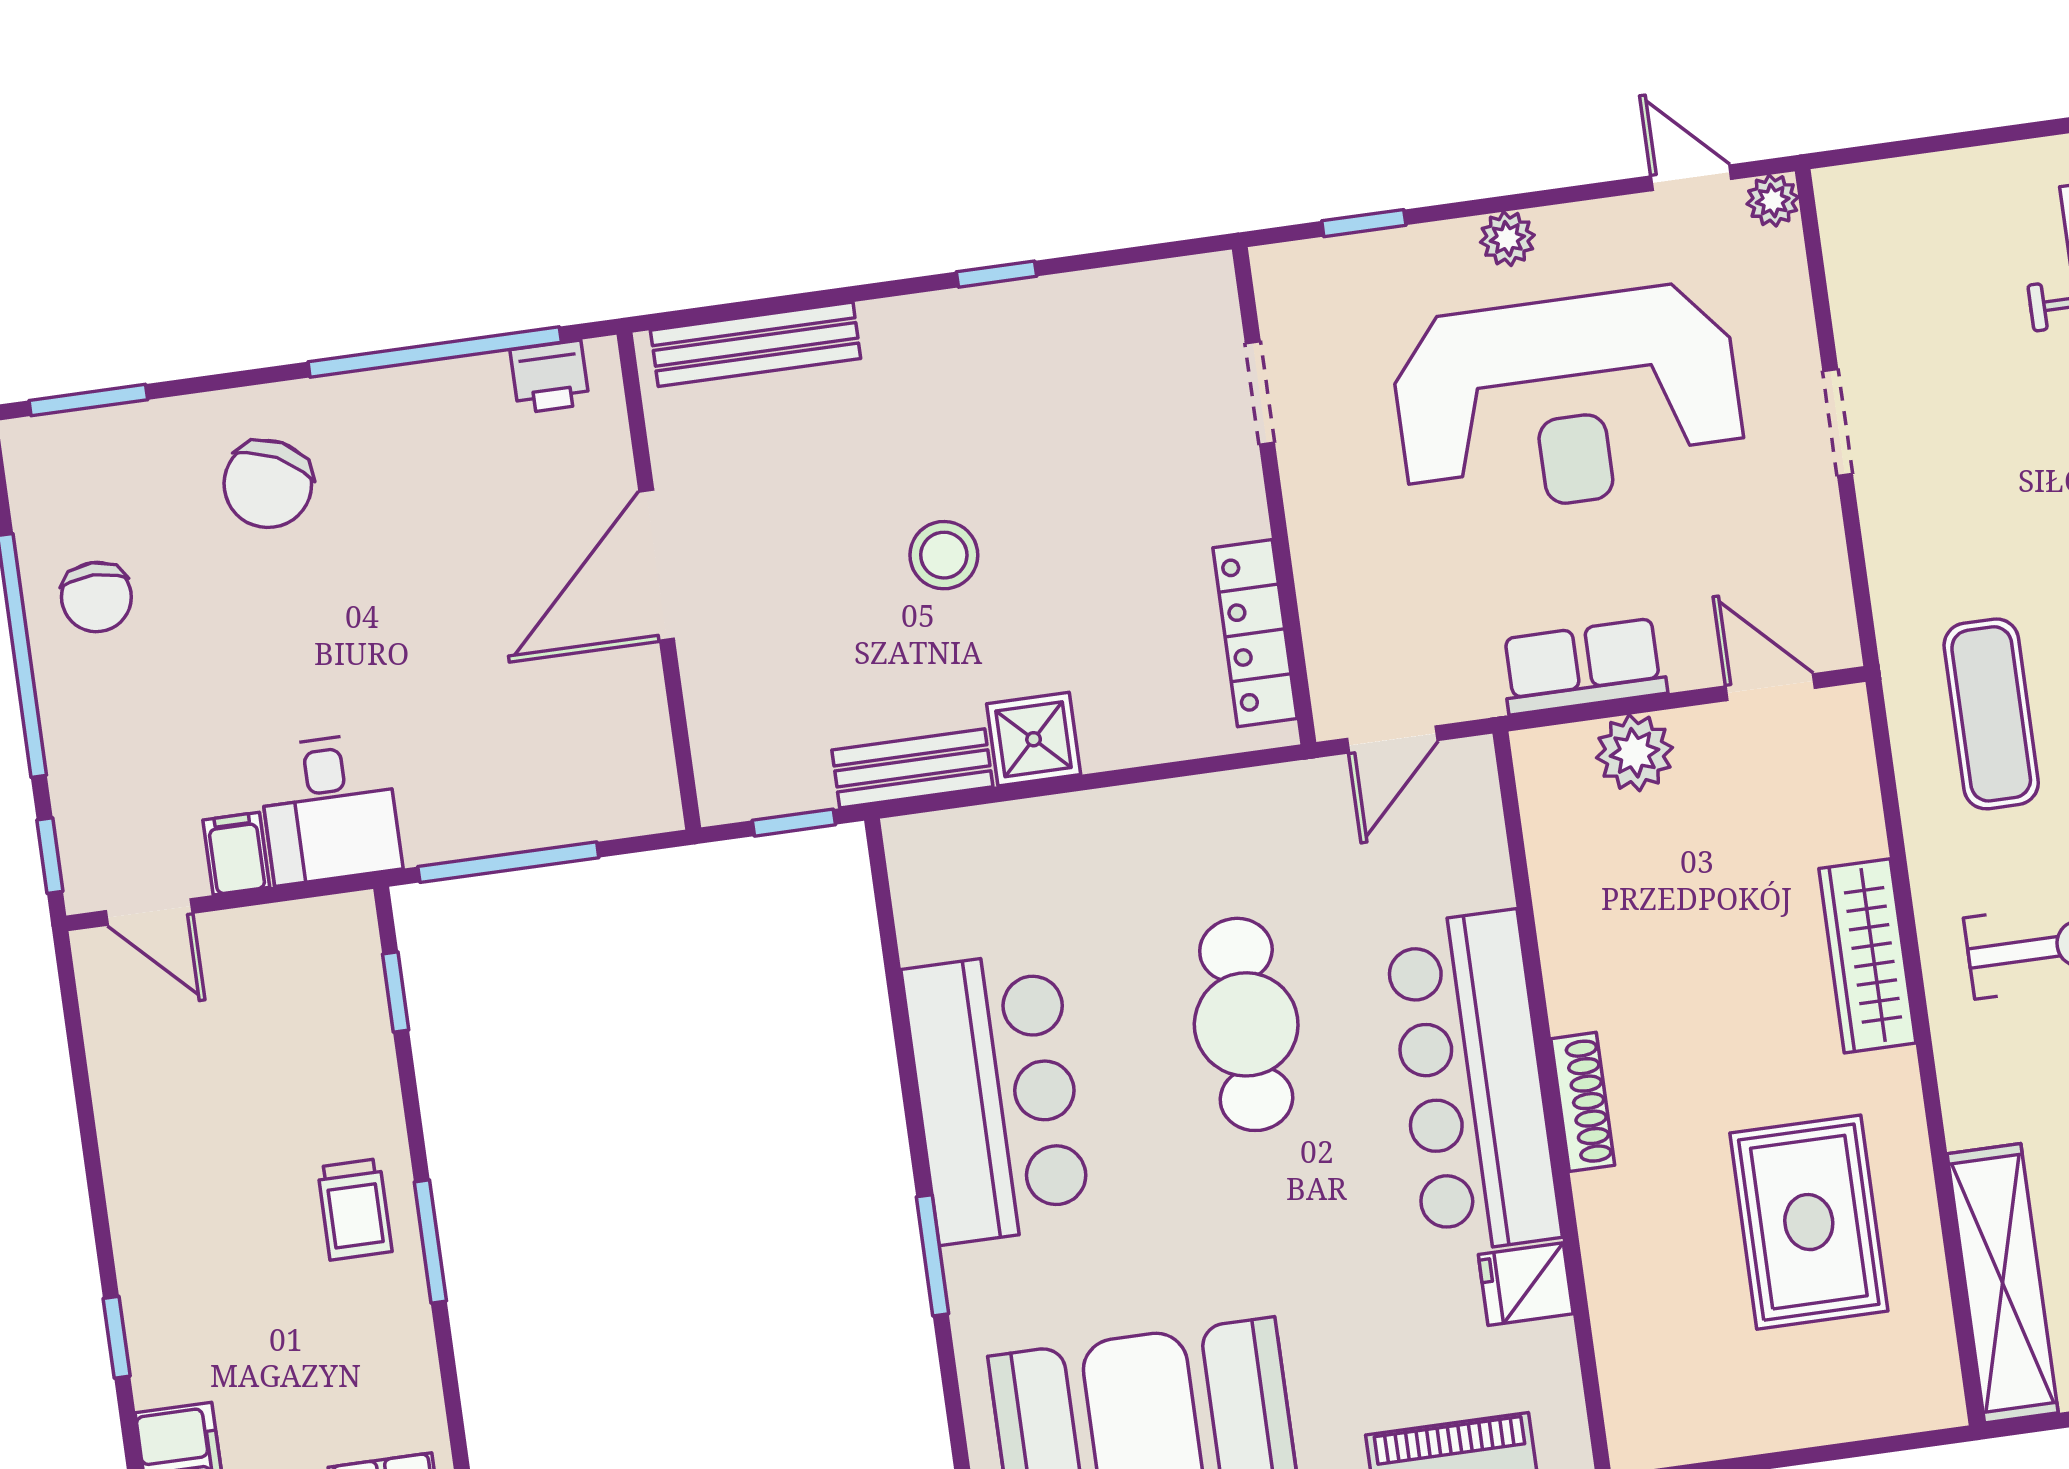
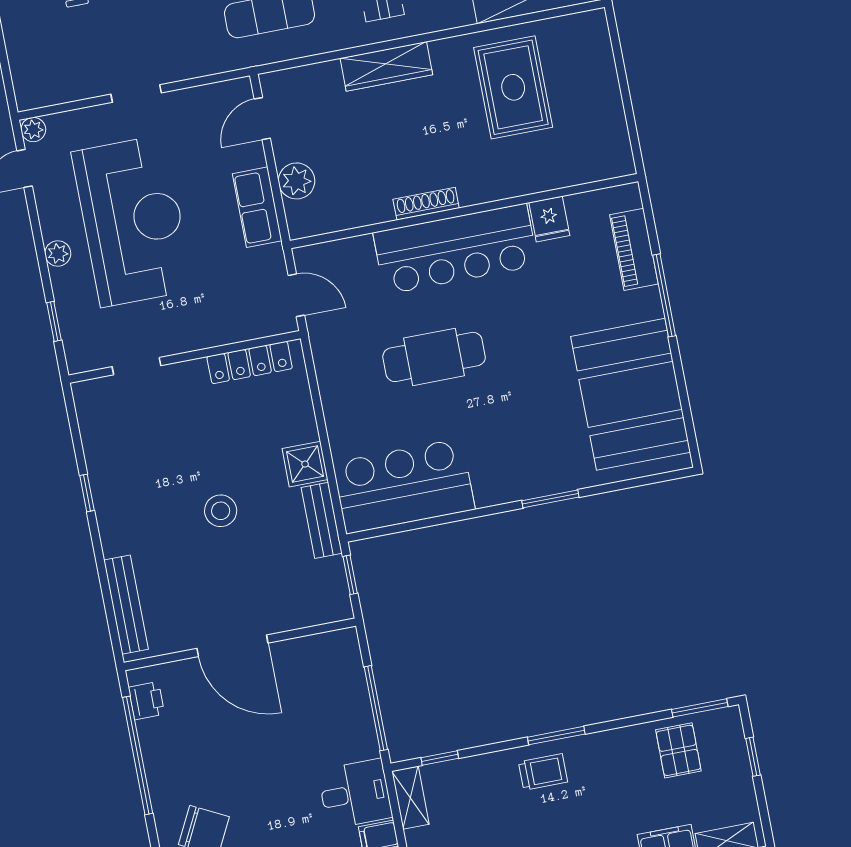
shelving: (315, 926) -> (410, 798), added
bar counter: (997, 1097) -> (404, 486), moved
shoe rack: (1583, 1102) -> (426, 204), moved
rug: (1809, 1222) -> (513, 87), turned 90

